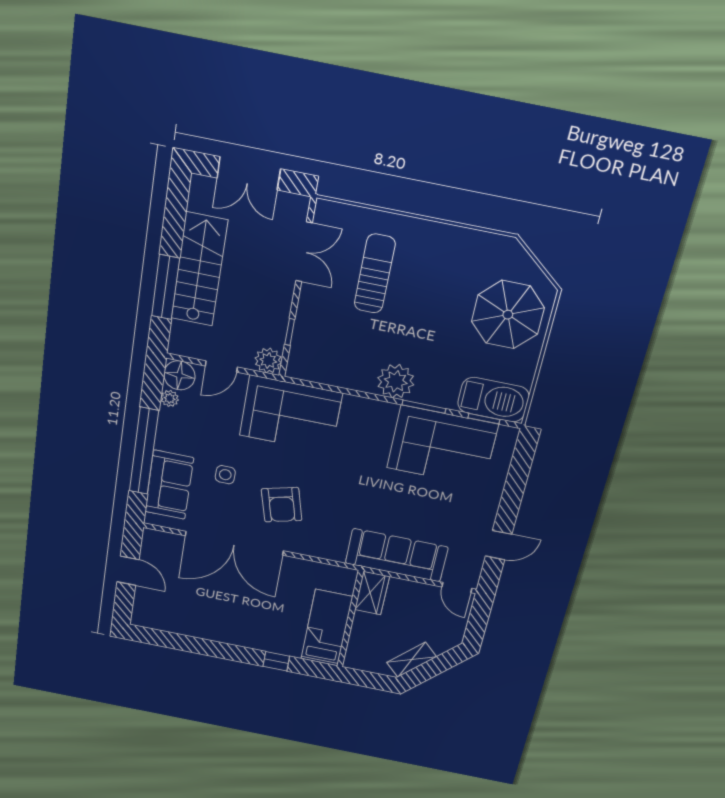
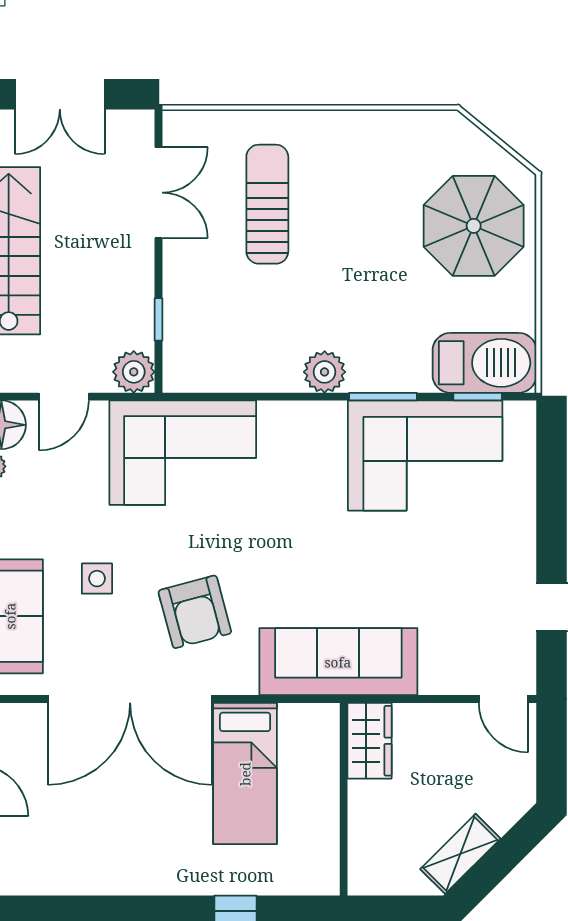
plant: (396, 381) -> (325, 372), width x0.73, depth x0.73
sofa: (397, 555) -> (338, 662), moved
bed: (327, 628) -> (245, 774), moved, turned 180

